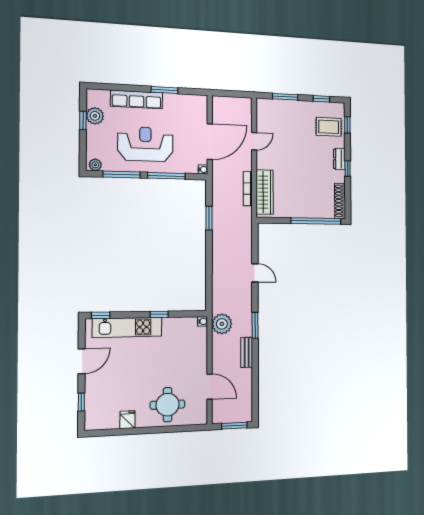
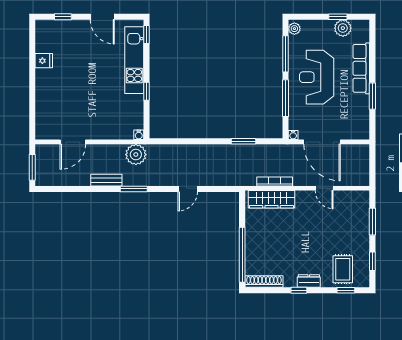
reception desk: (145, 144) -> (317, 77), turned 180
round table: (168, 405) -> (57, 100), removed

